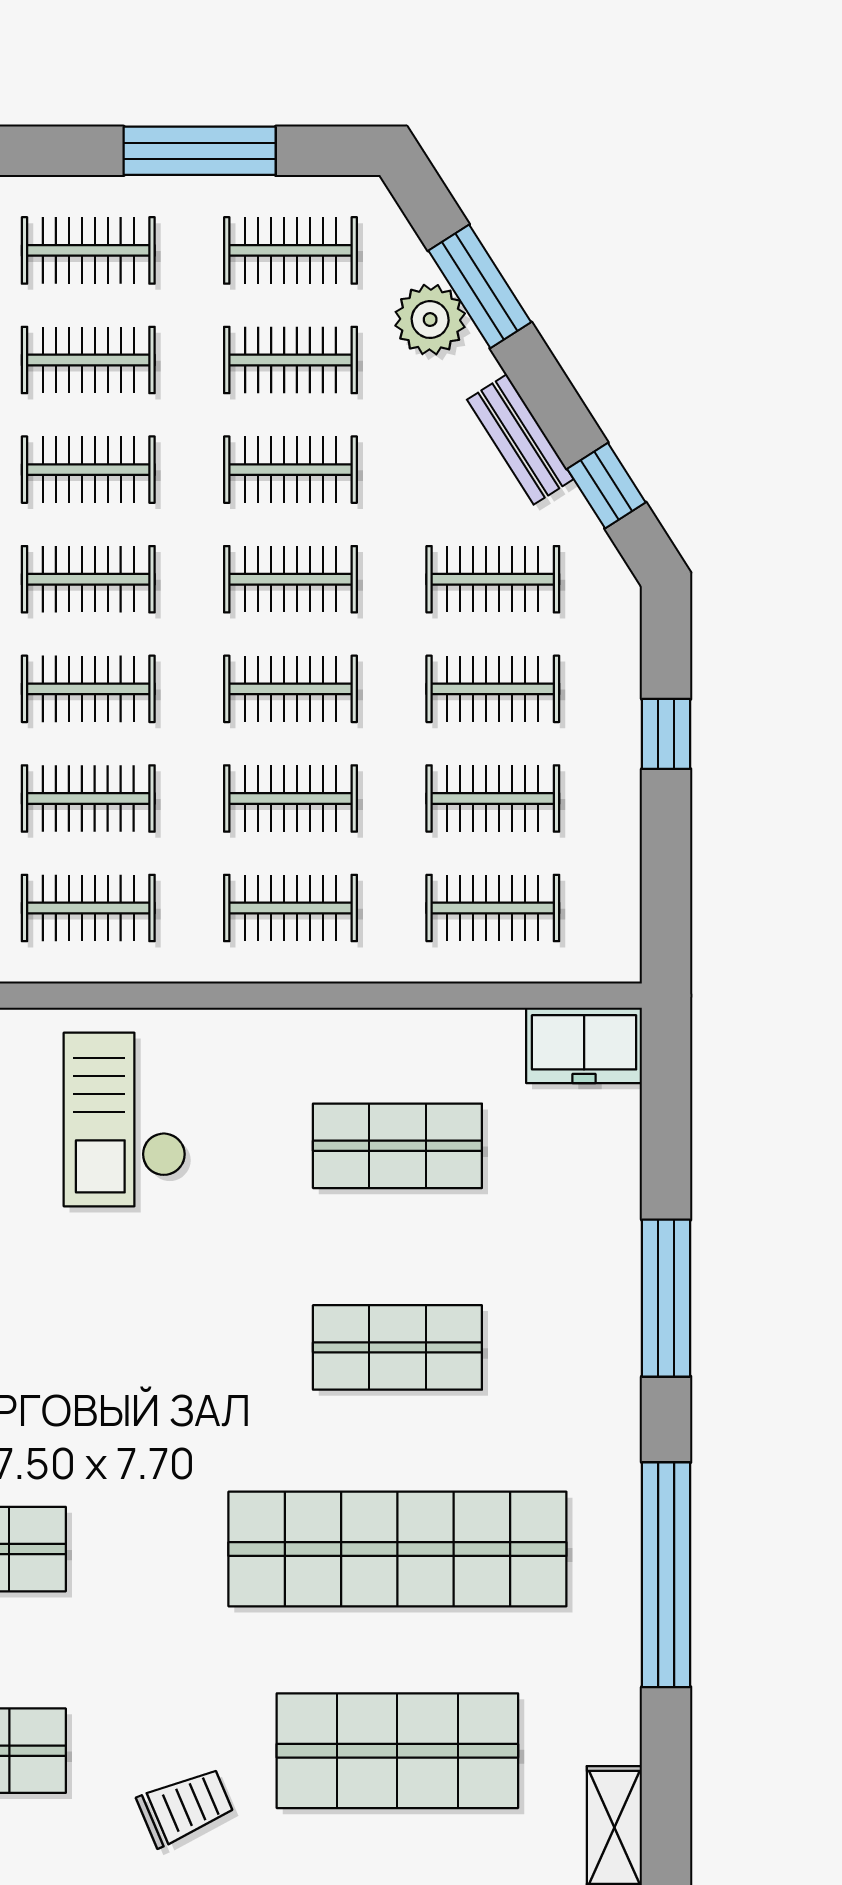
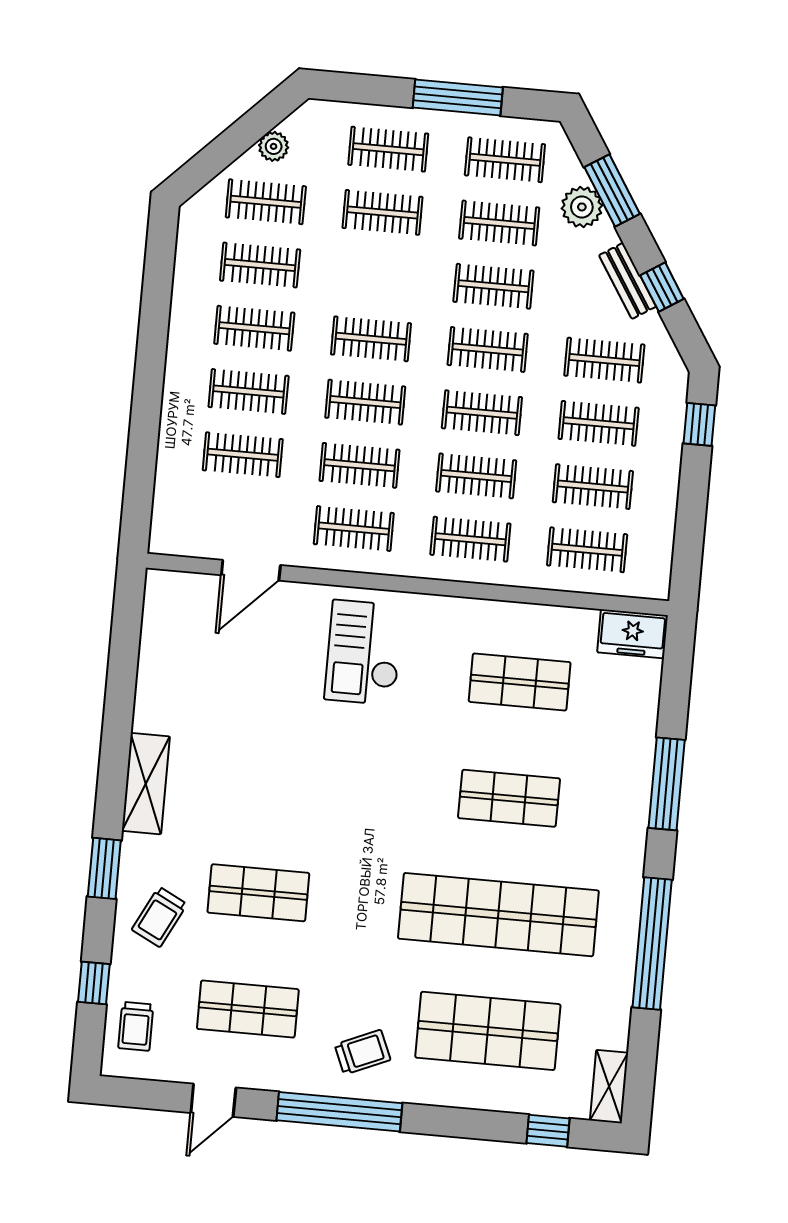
clothes rail: (88, 470) -> (377, 276), removed
window: (606, 486) -> (662, 287), moved
window: (666, 734) -> (699, 424), moved

